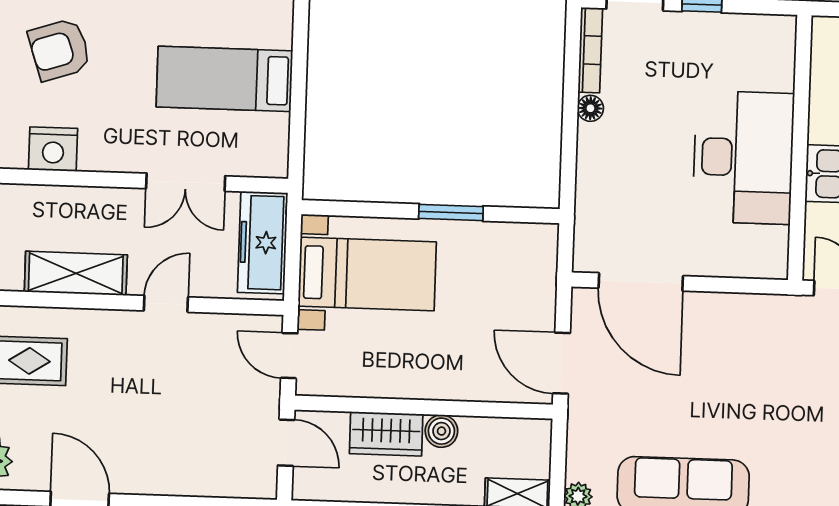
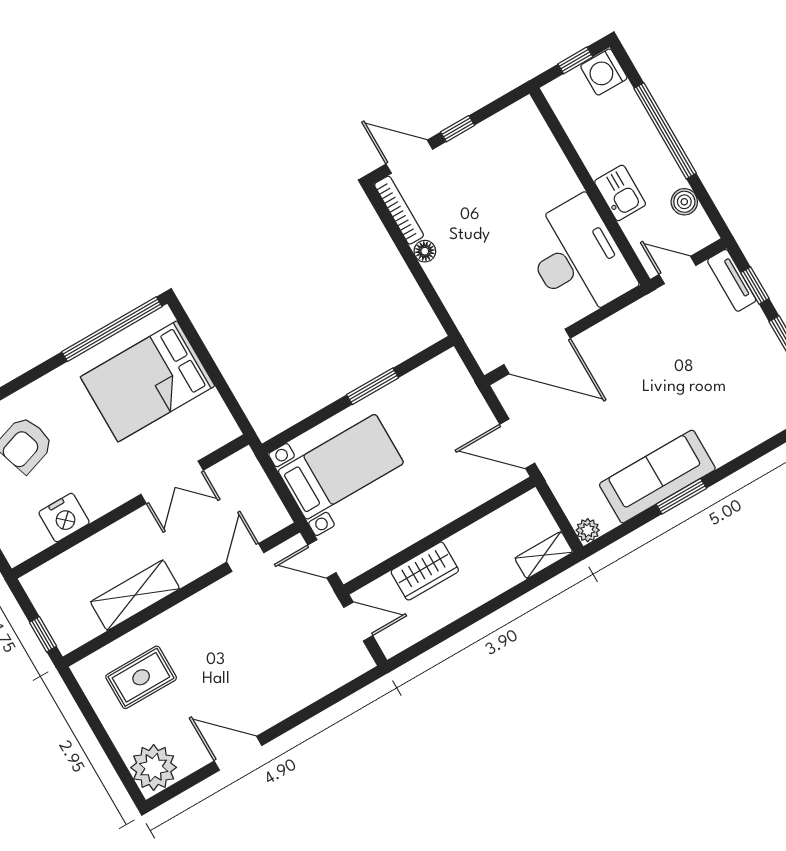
bed: (224, 79) -> (147, 381), width x1.50
desk: (743, 157) -> (578, 258), moved
freezer: (263, 243) -> (253, 491), removed
door: (166, 304) -> (245, 557), moved
boiler: (441, 431) -> (463, 545), removed

